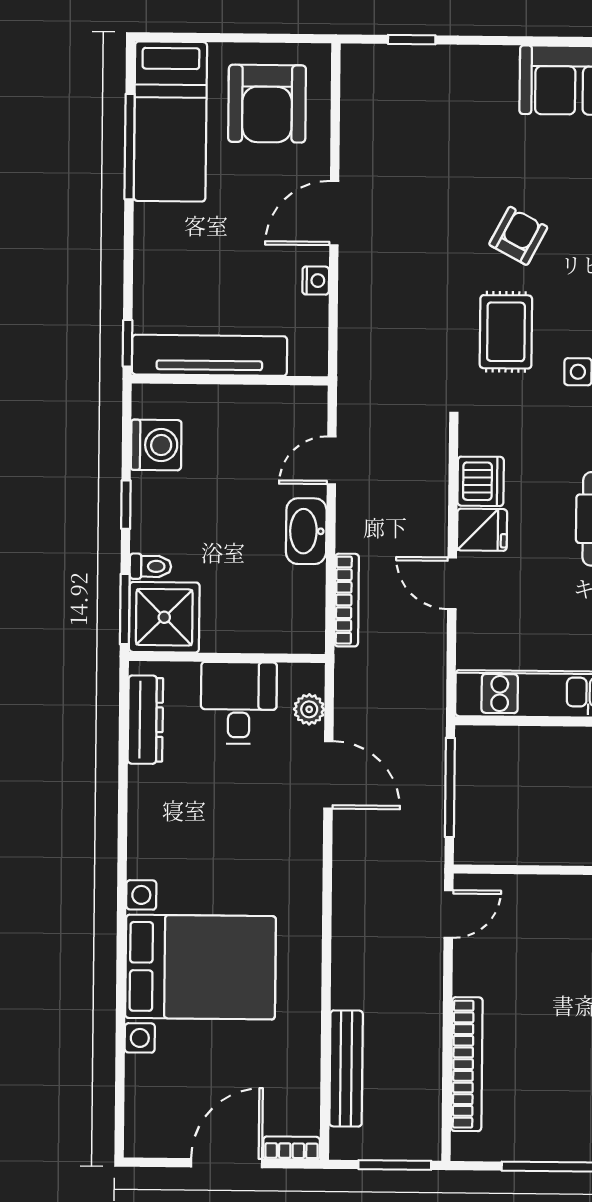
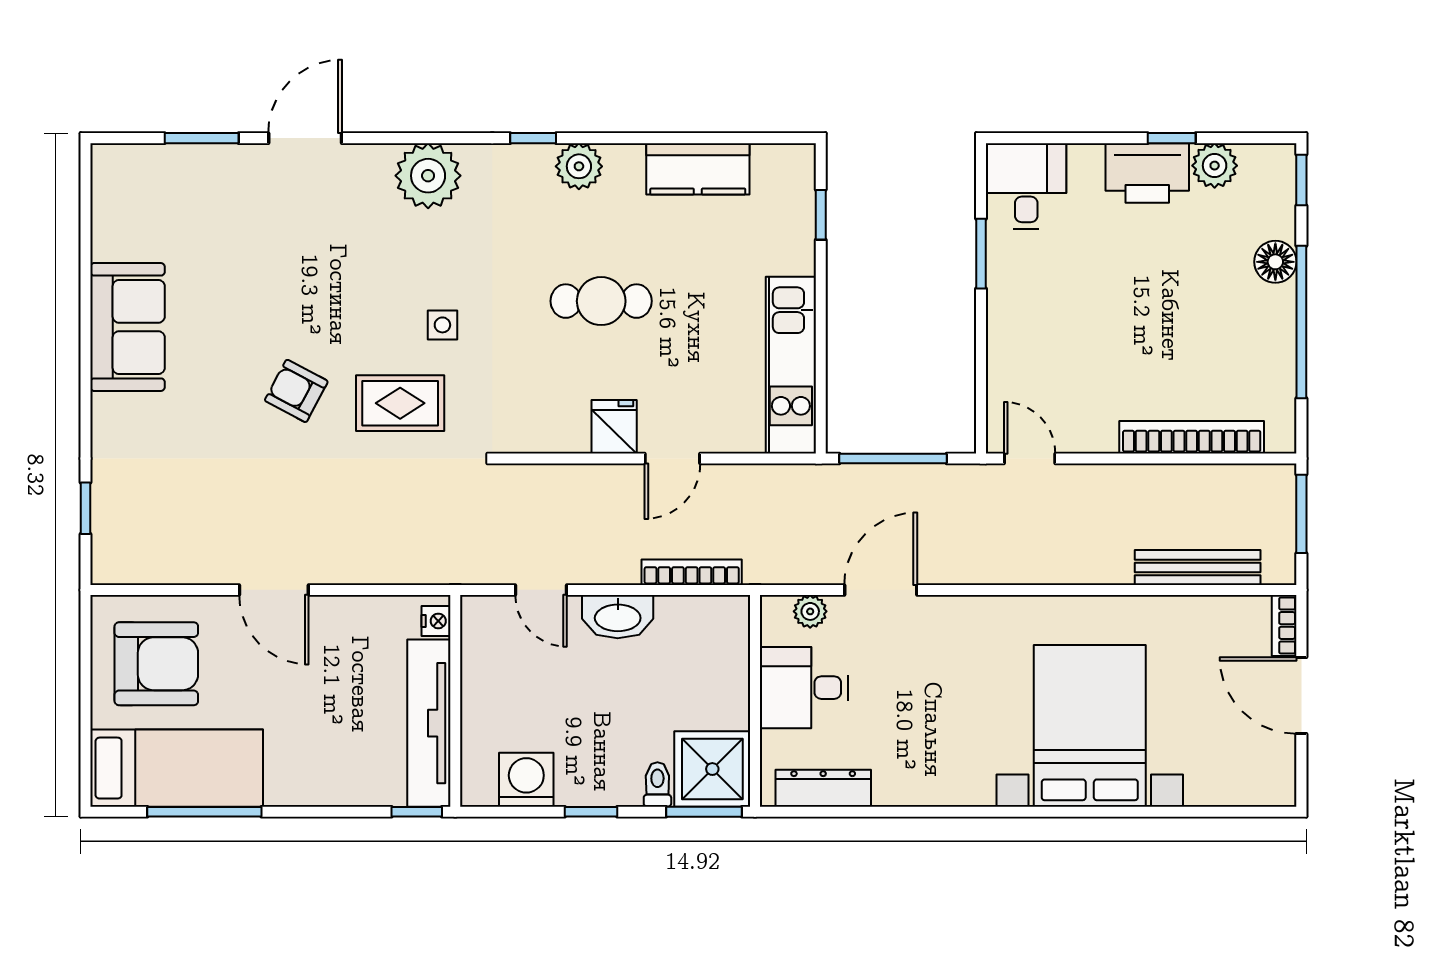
nightstand: (316, 281) -> (436, 621), moved, turned 90
dishwasher: (481, 481) -> (562, 429), removed

